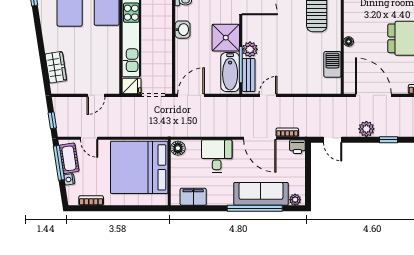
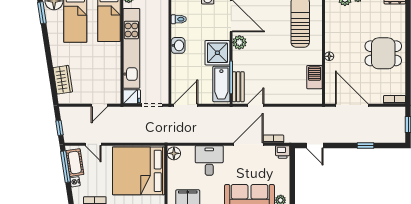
plant: (250, 49) -> (239, 42), moved
plant: (366, 129) -> (345, 136), removed
door: (260, 138) -> (248, 144), swing flipped

